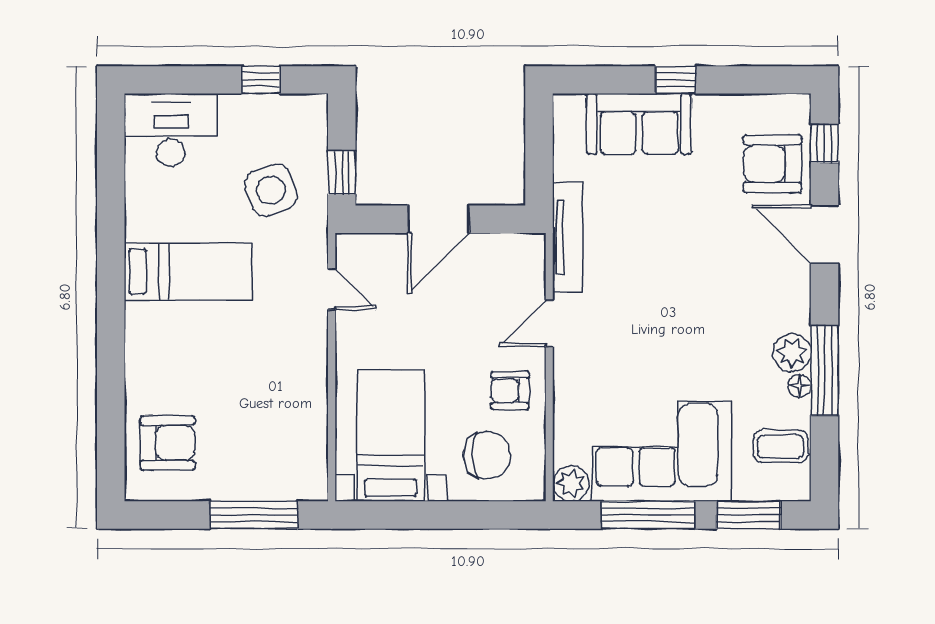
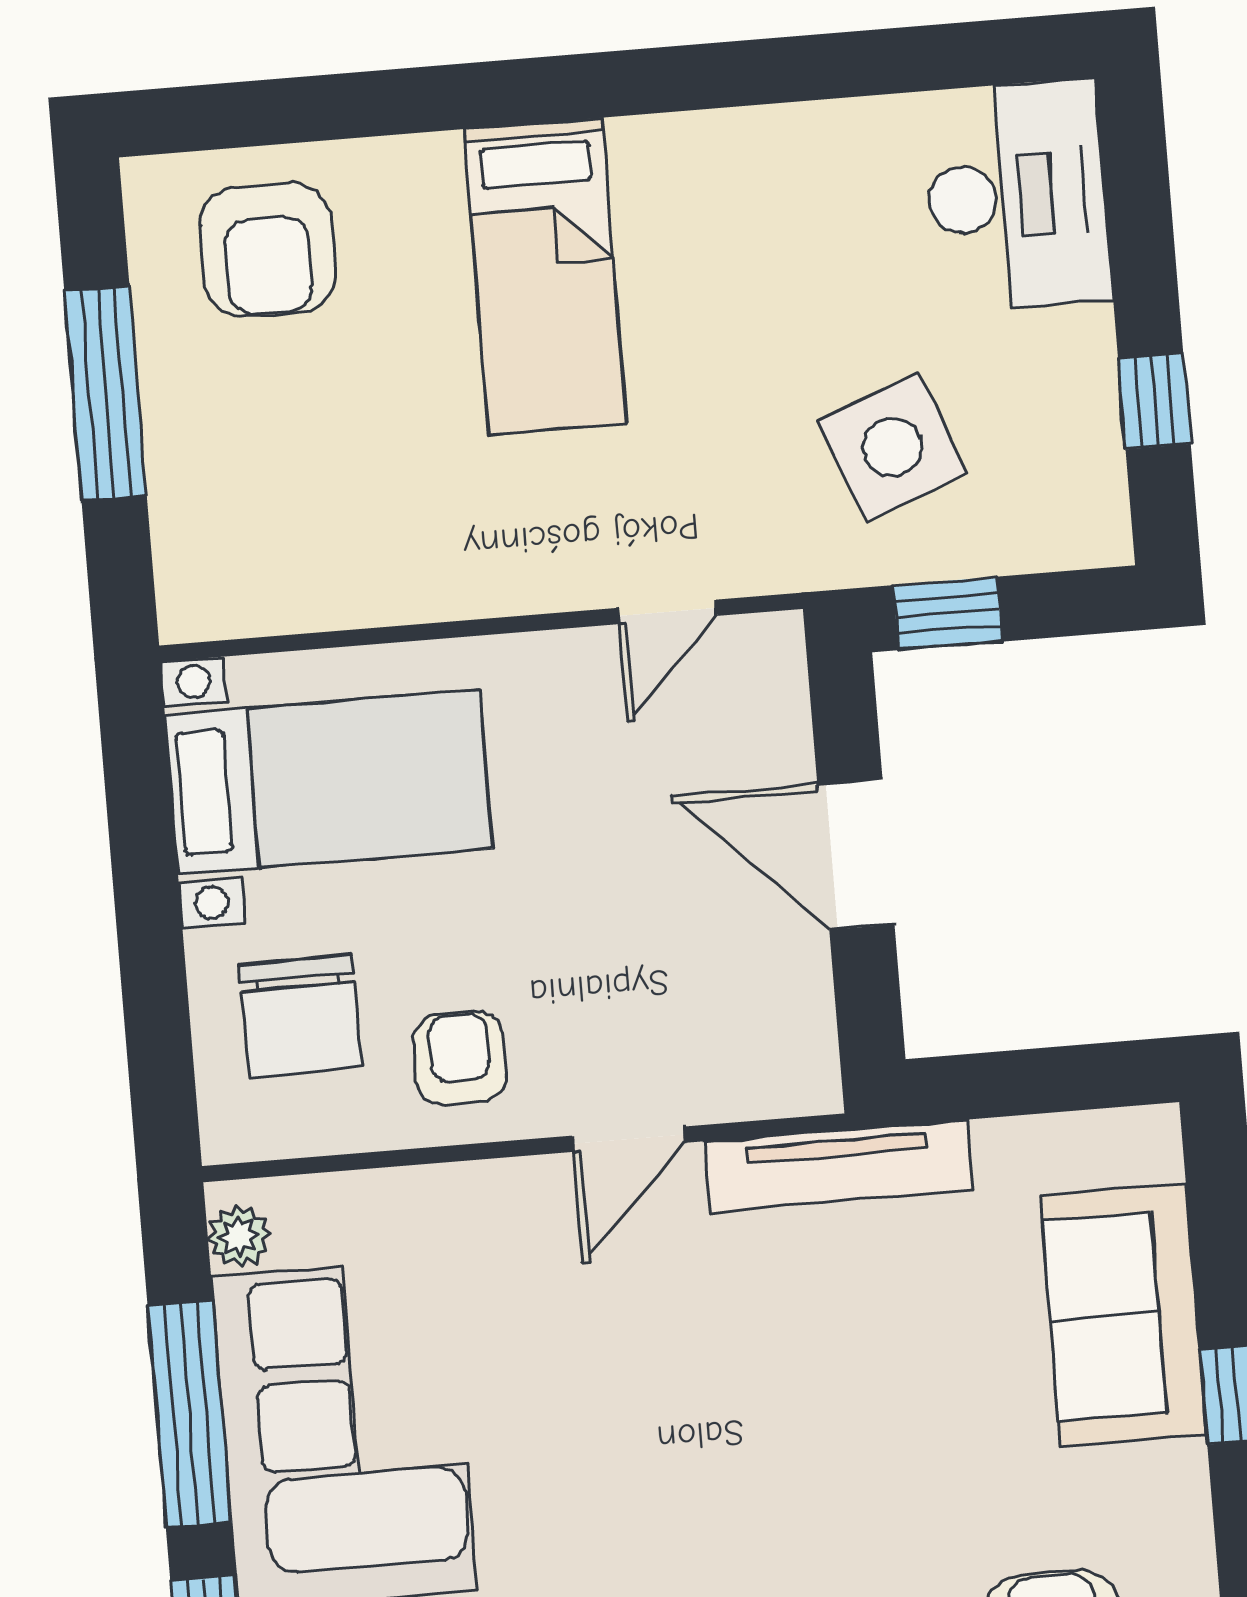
bed: (188, 271) -> (545, 276), moved
door: (549, 323) -> (628, 1139), swing flipped
plant: (571, 483) -> (239, 1236), width x0.73, depth x0.73
window: (254, 515) -> (105, 393), moved

